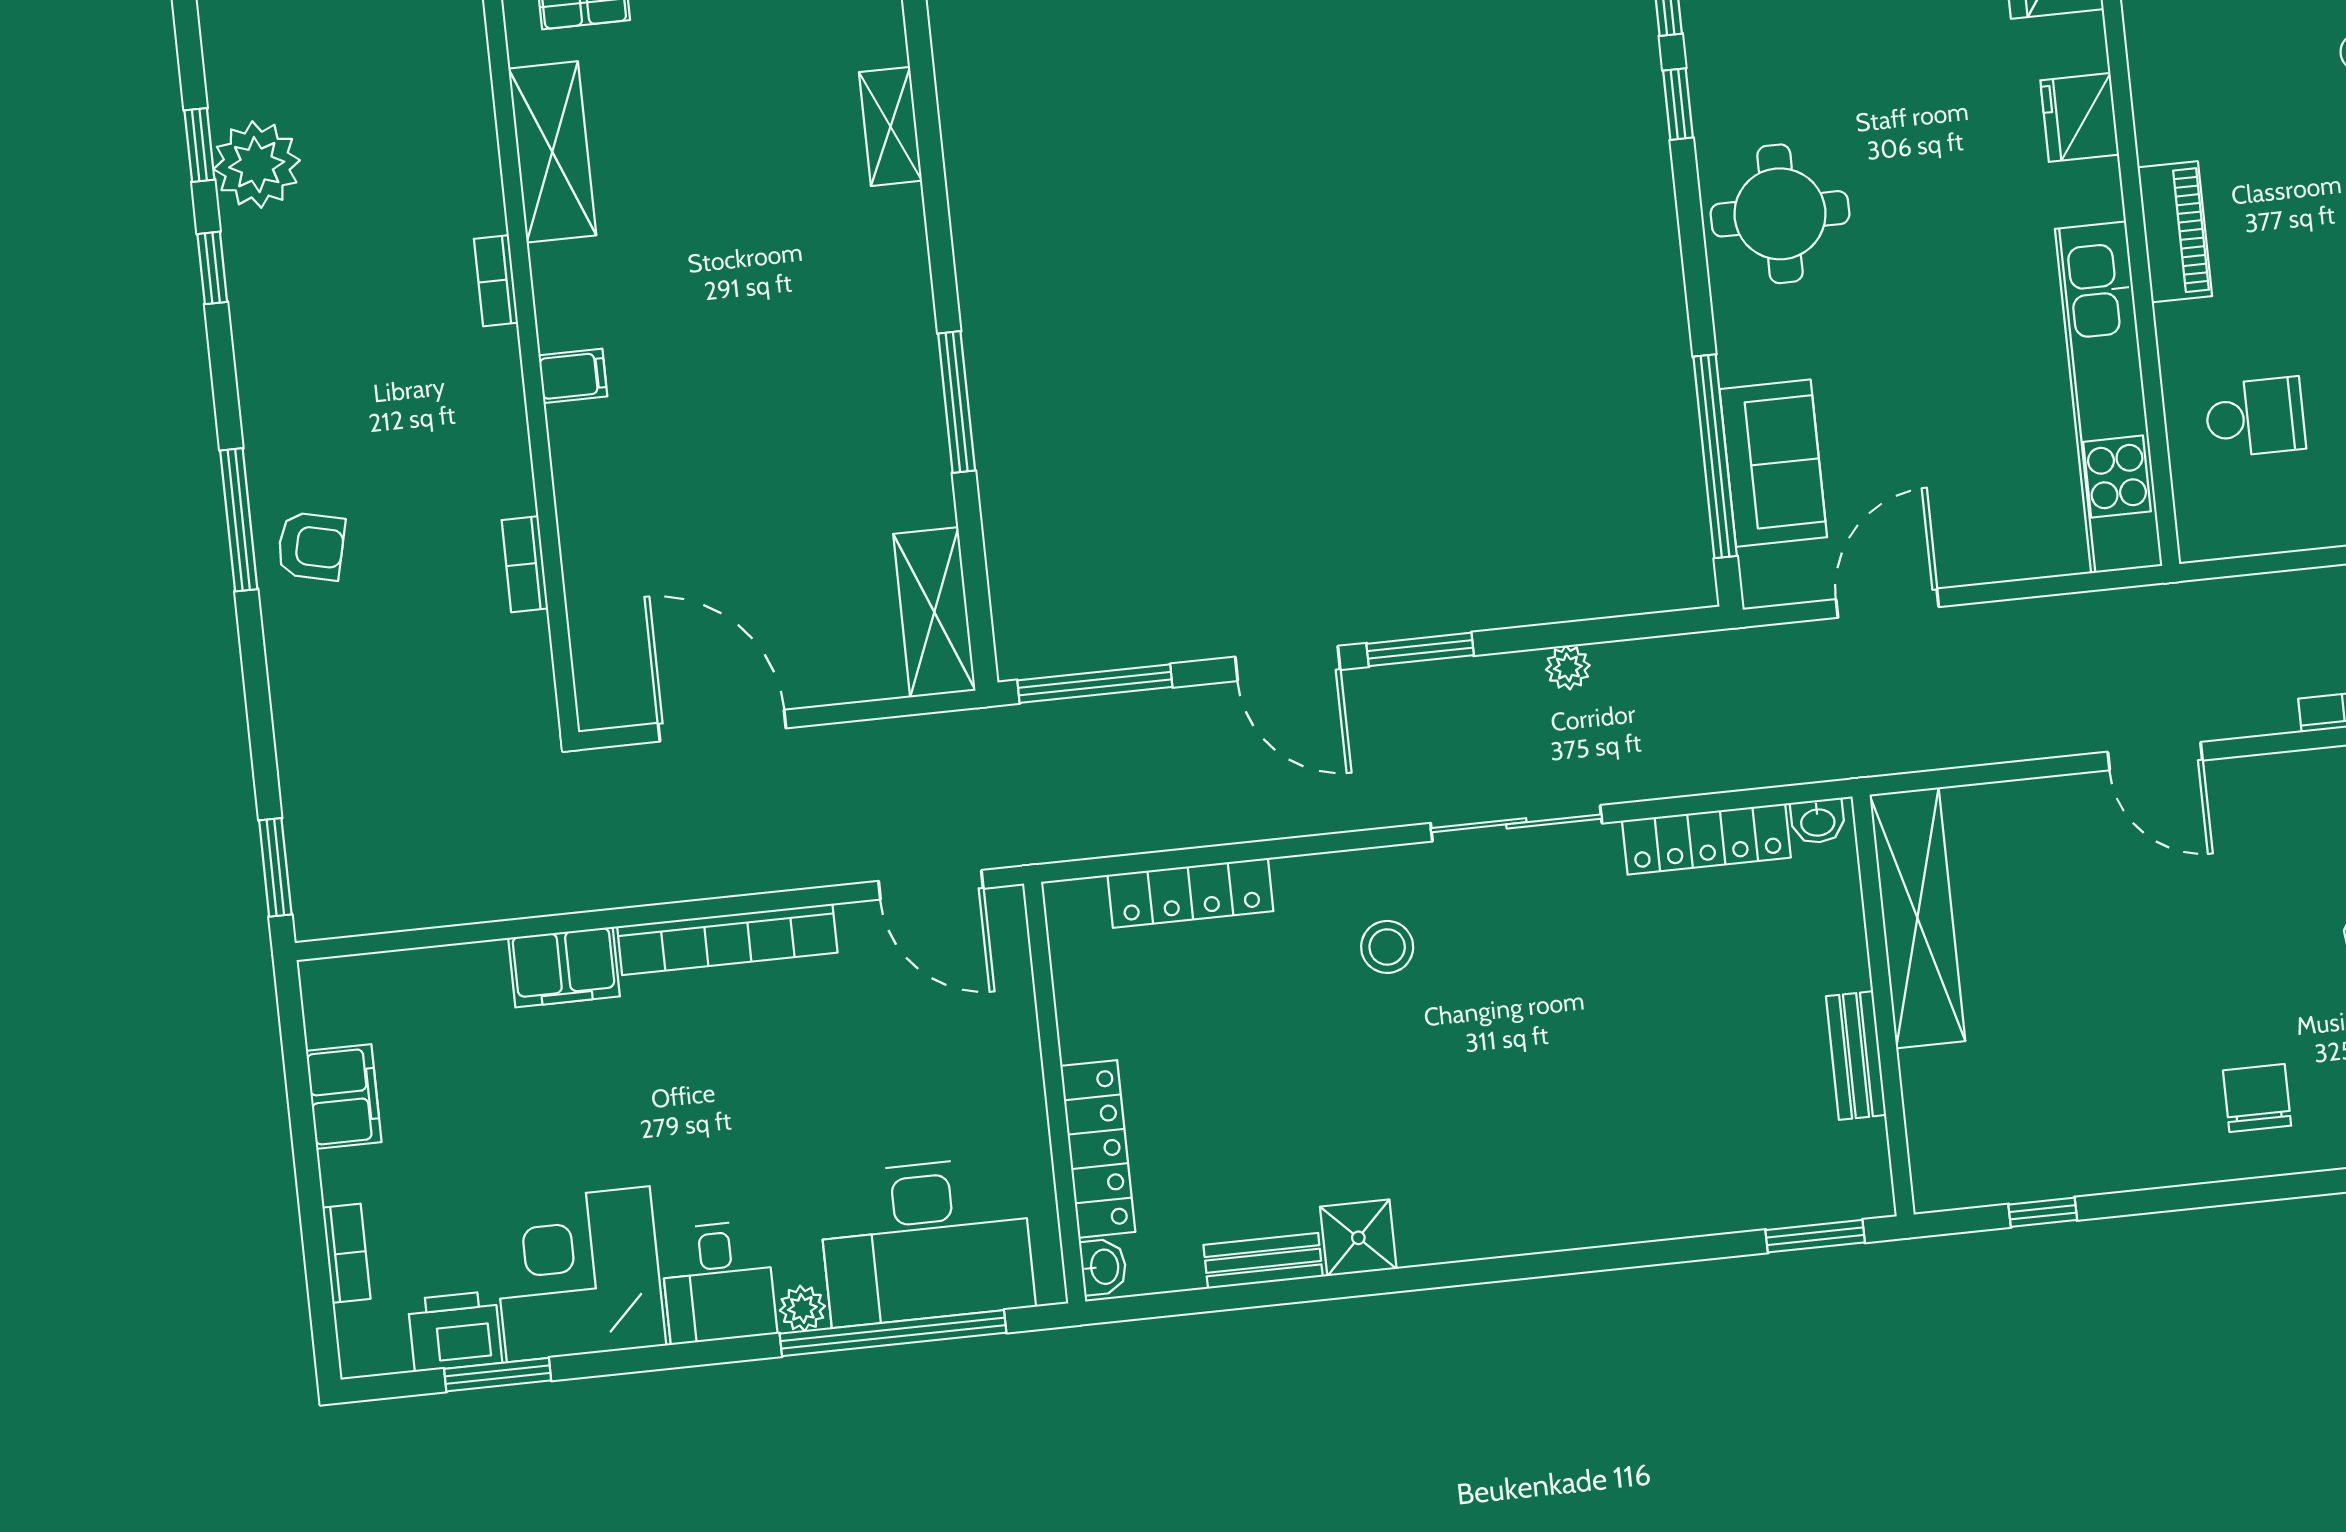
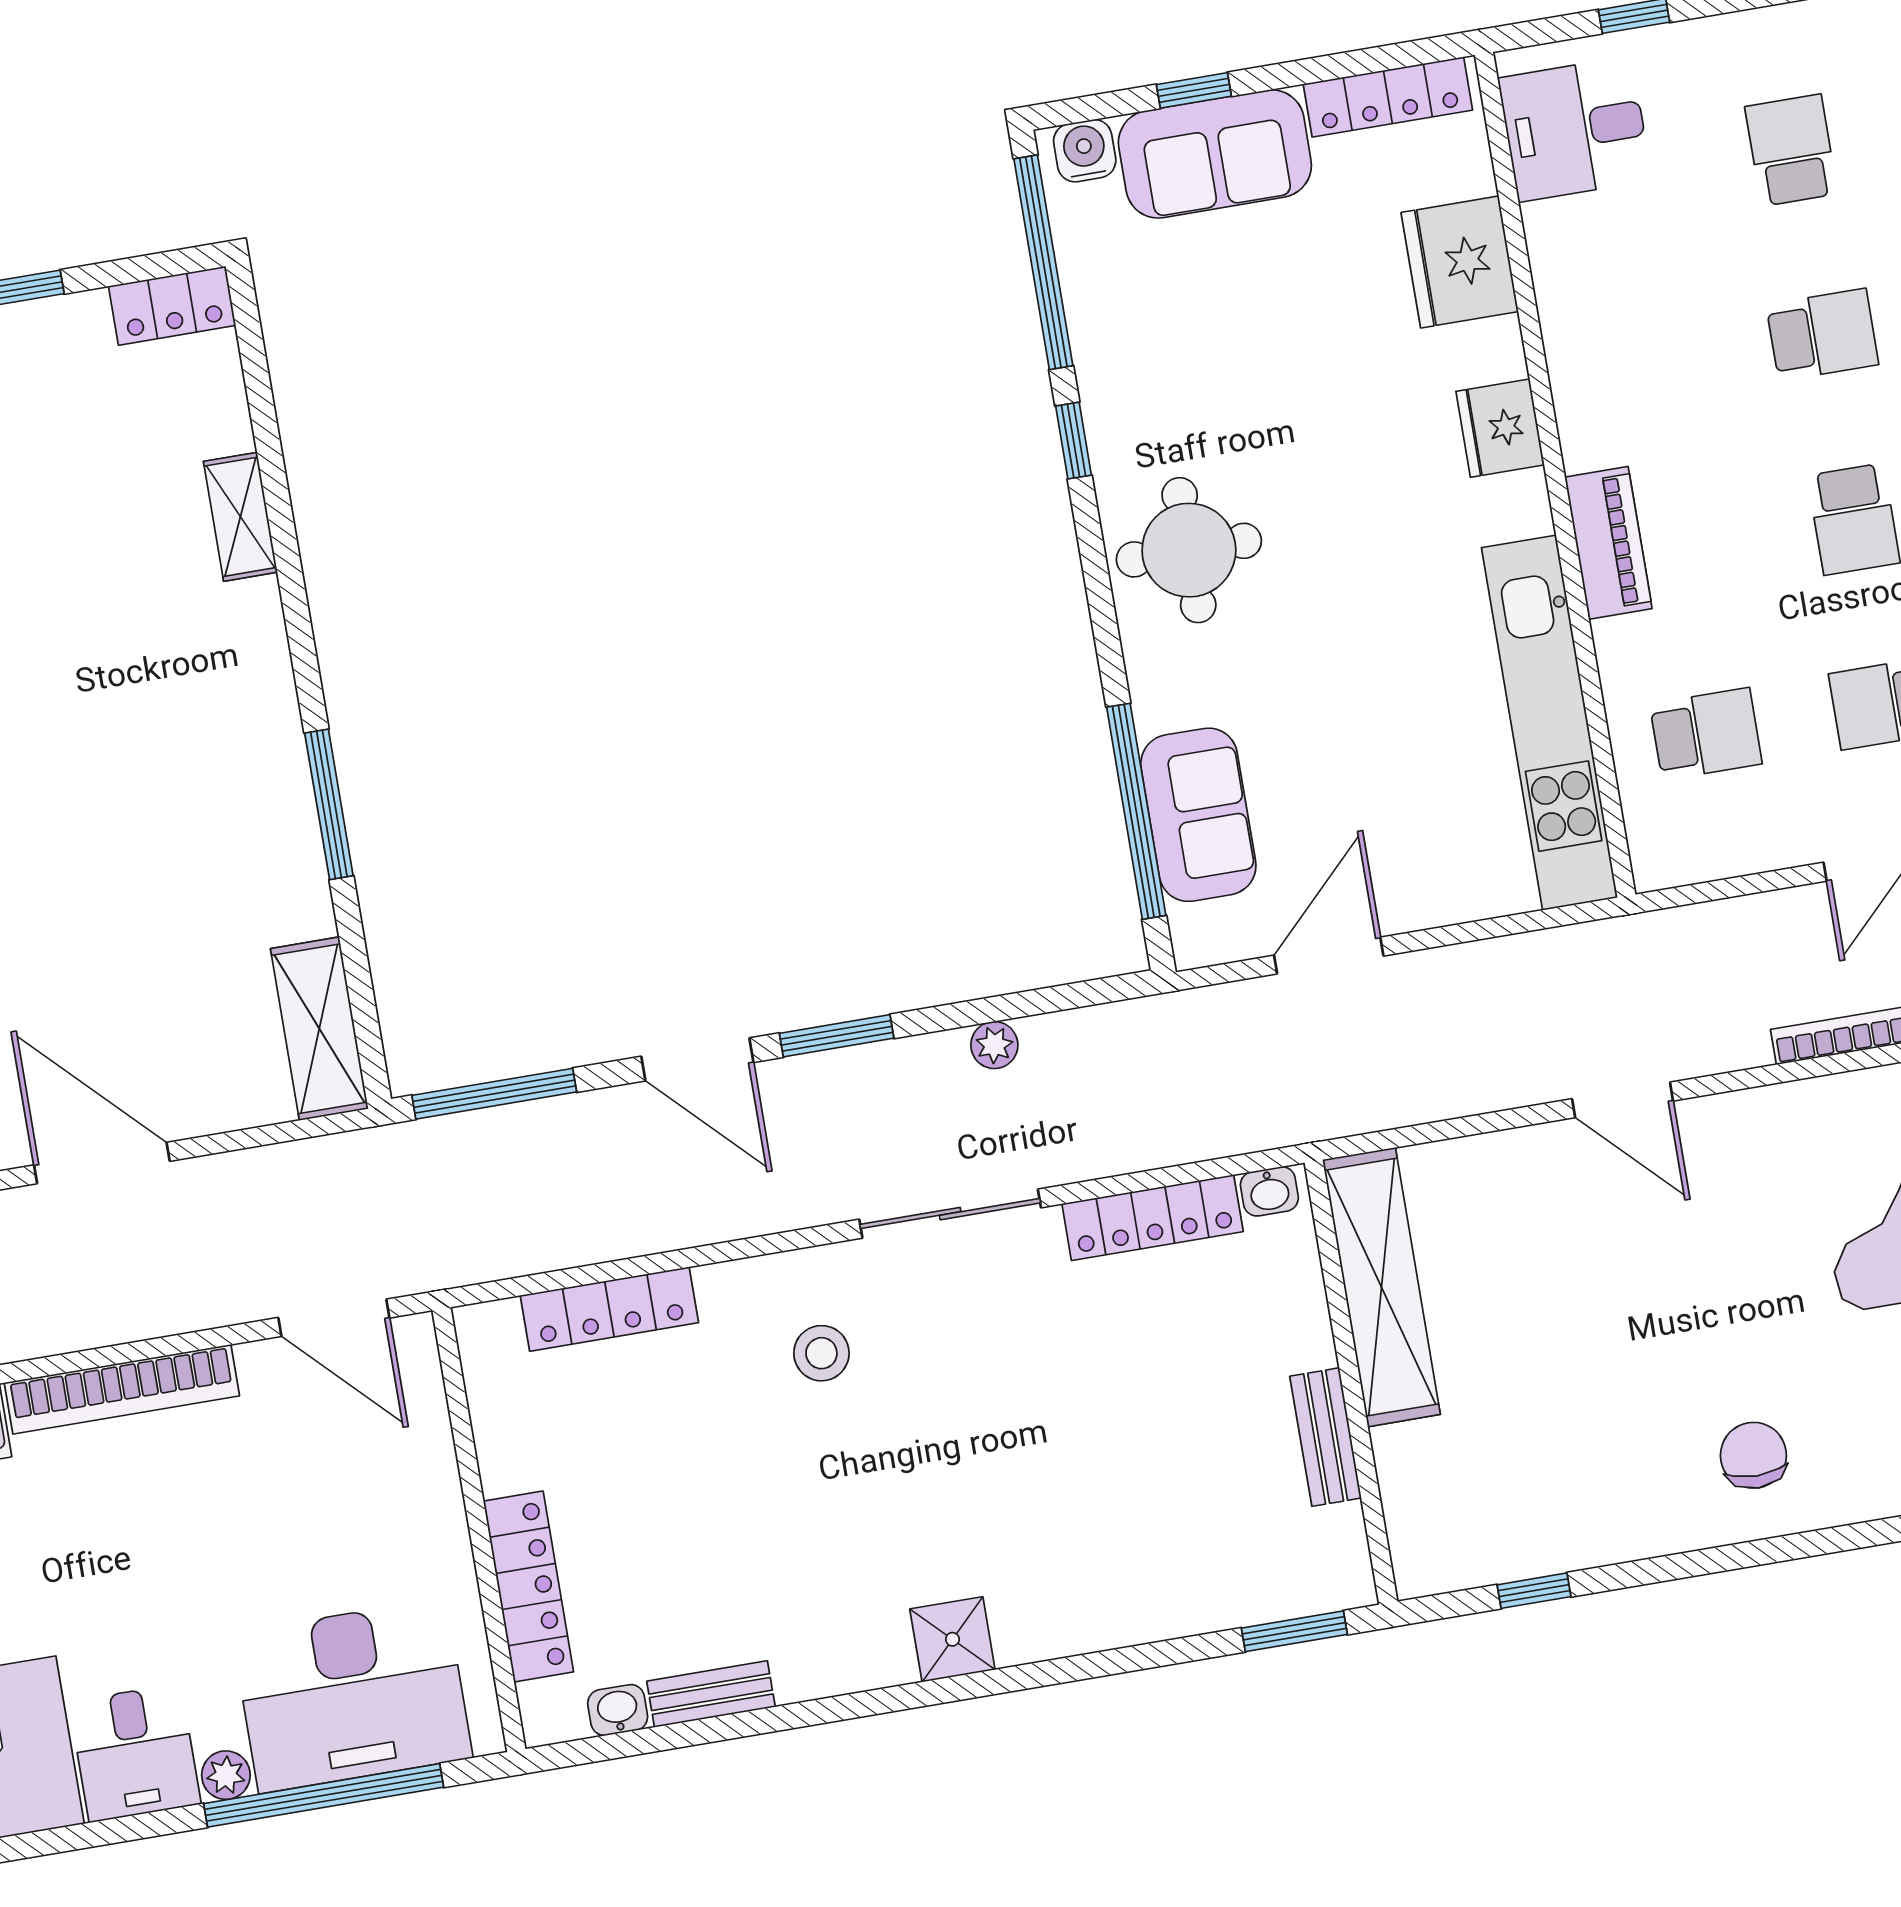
shower: (1358, 1238) -> (952, 1639), moved
washbasin: (1103, 1267) -> (618, 1710), moved, turned -90

